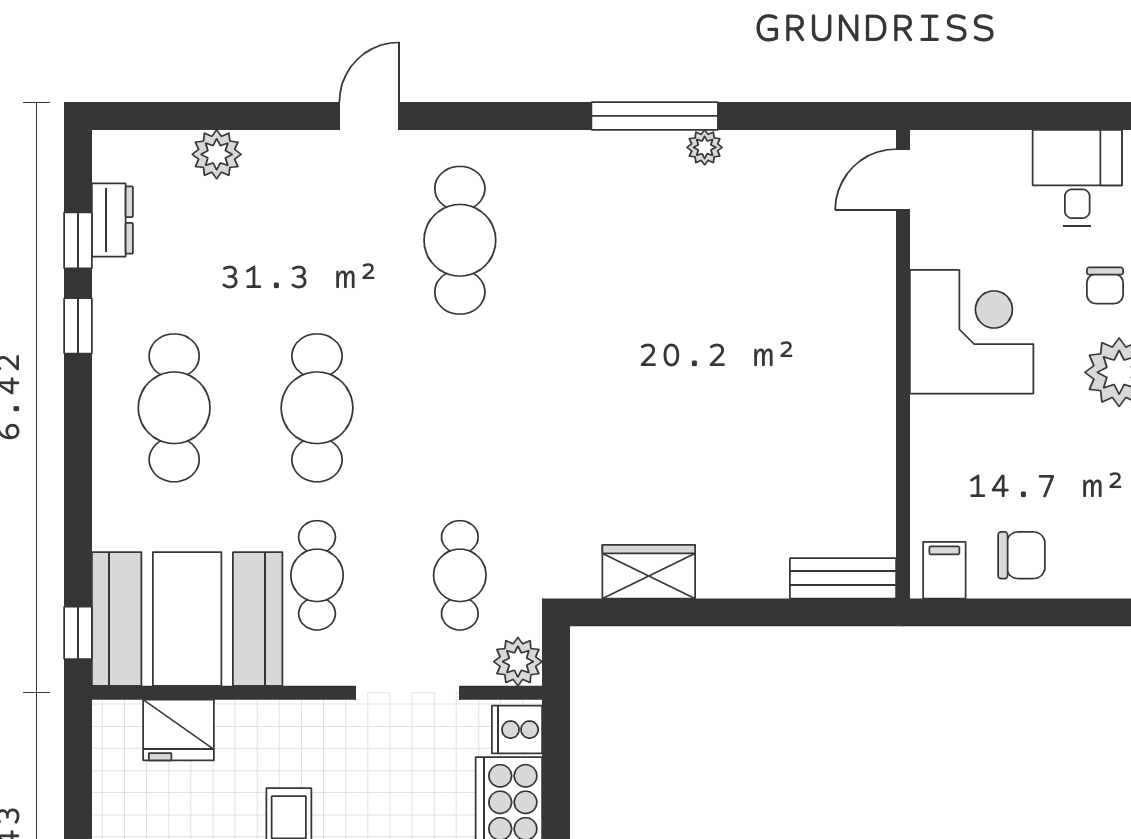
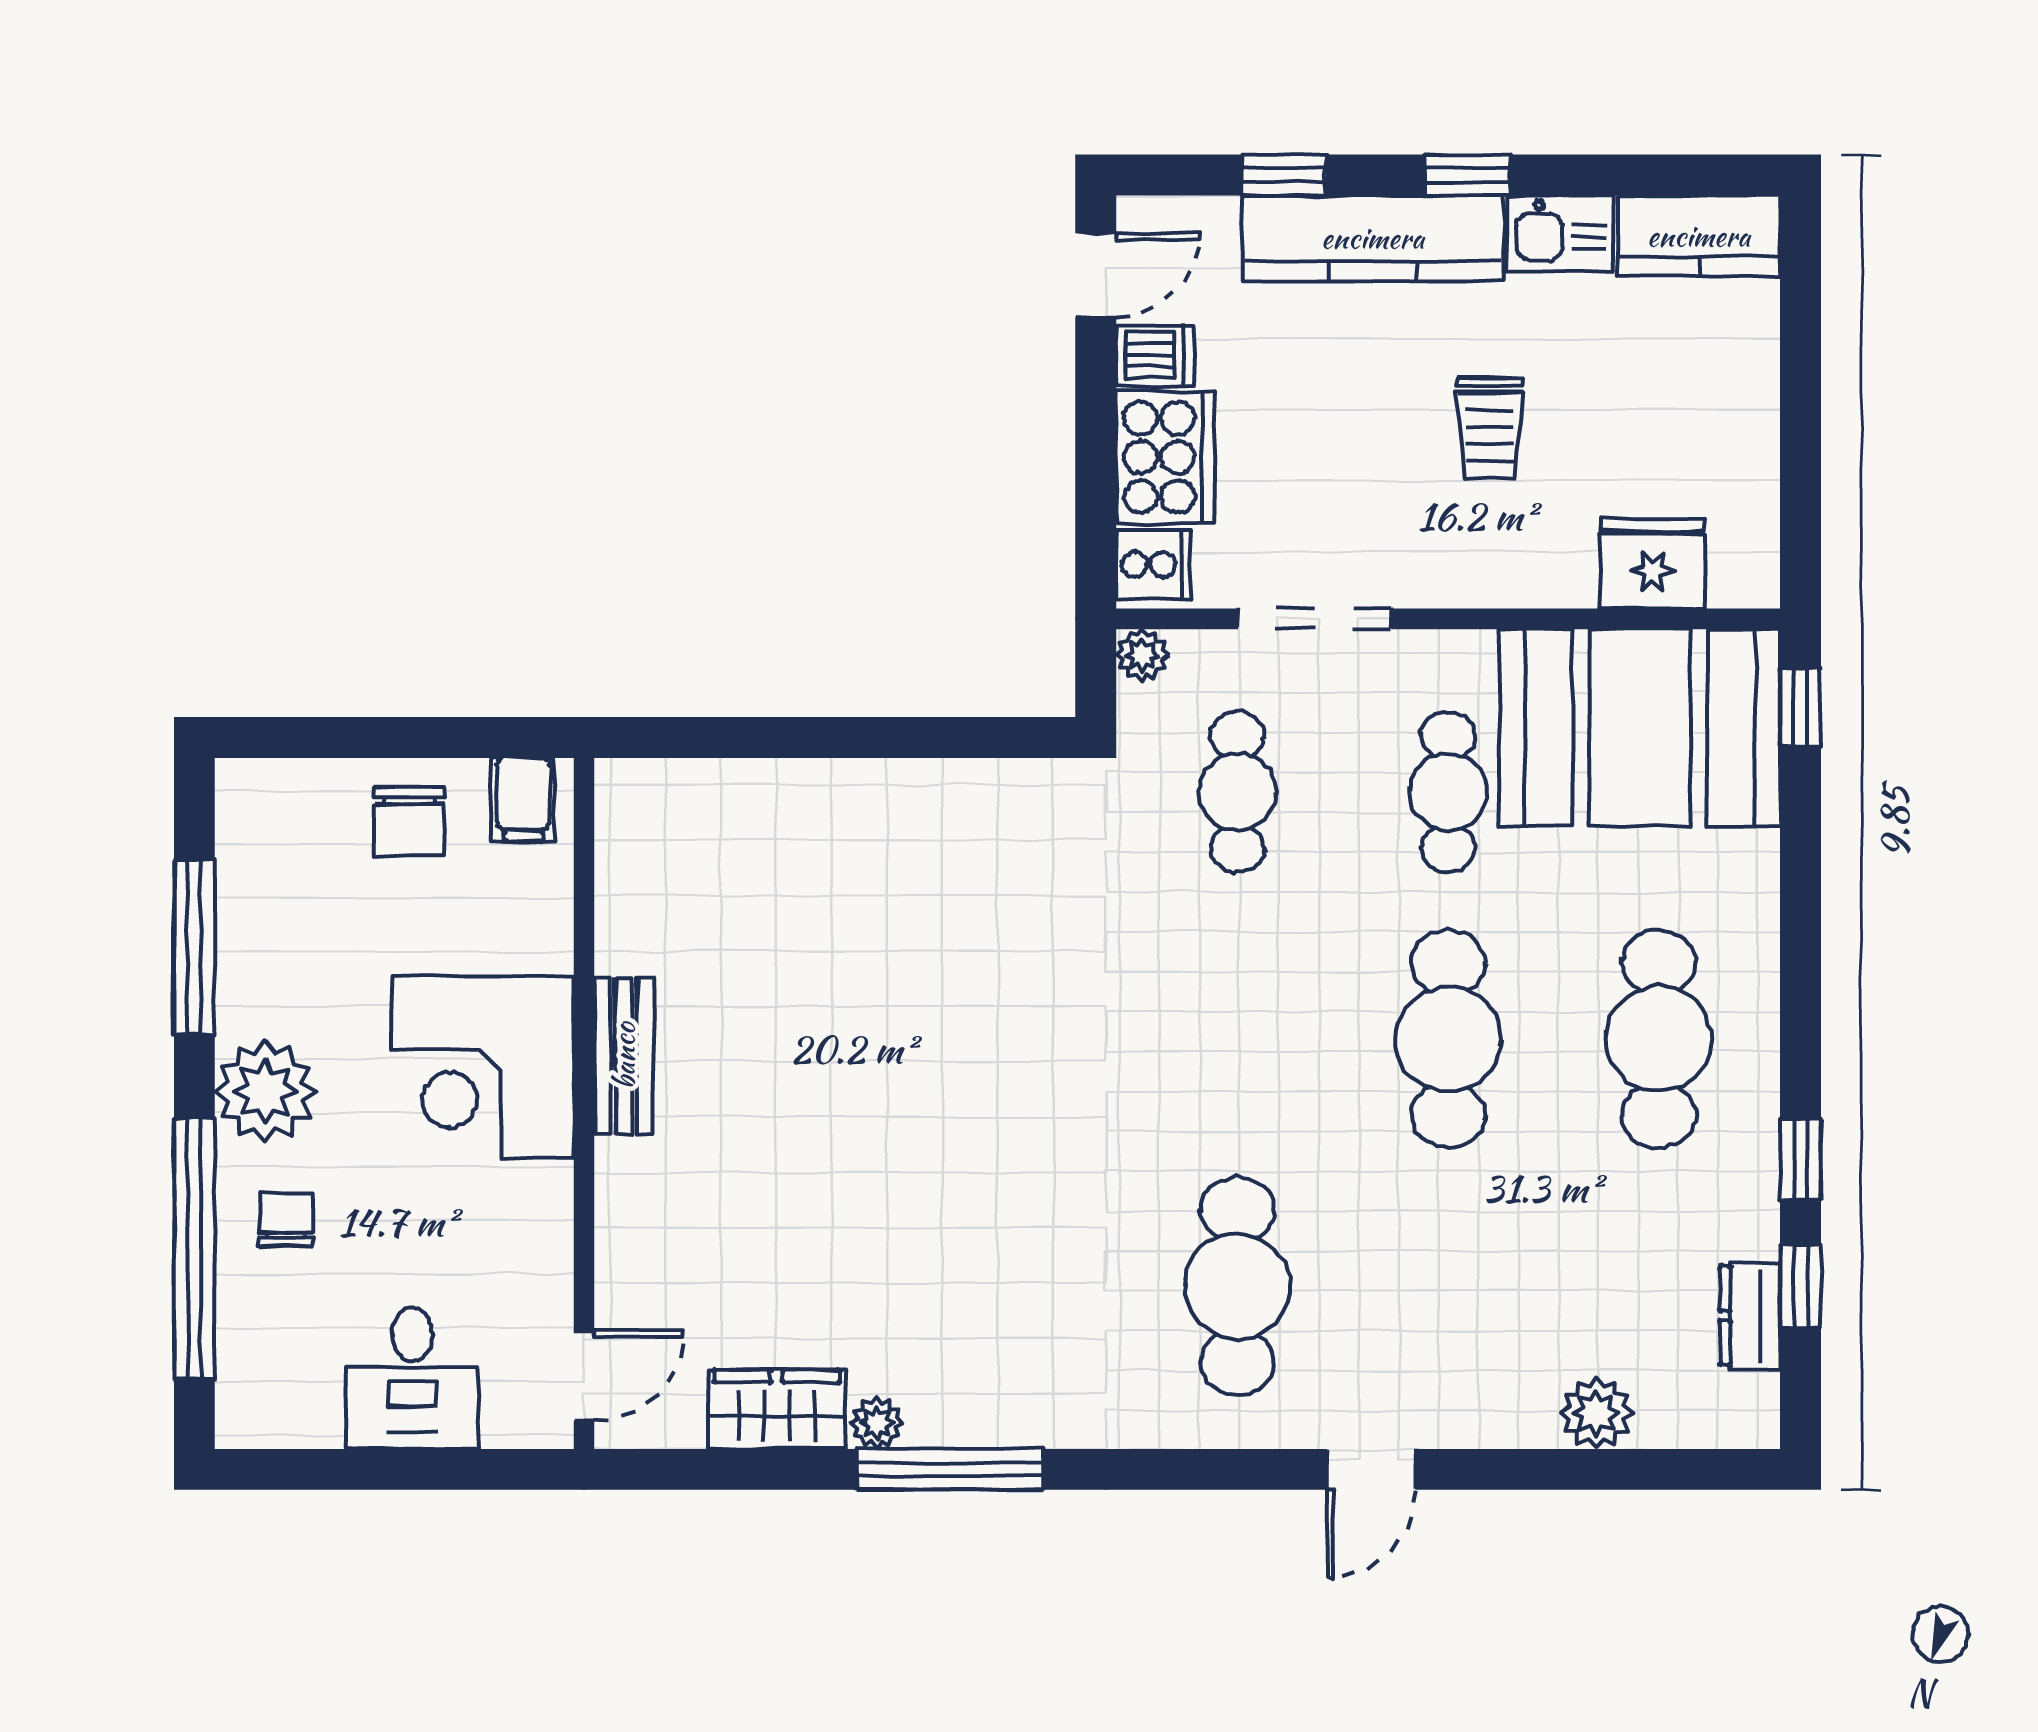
desk: (1077, 178) -> (412, 1378), moved
corner desk: (972, 332) -> (483, 1067), moved
chair: (1022, 555) -> (409, 822), turned -90
wardrobe: (649, 572) -> (777, 1409), moved, turned 180
bench: (843, 578) -> (624, 1056), moved, turned 90
plant: (518, 662) -> (1142, 655), width x0.73, depth x0.73

